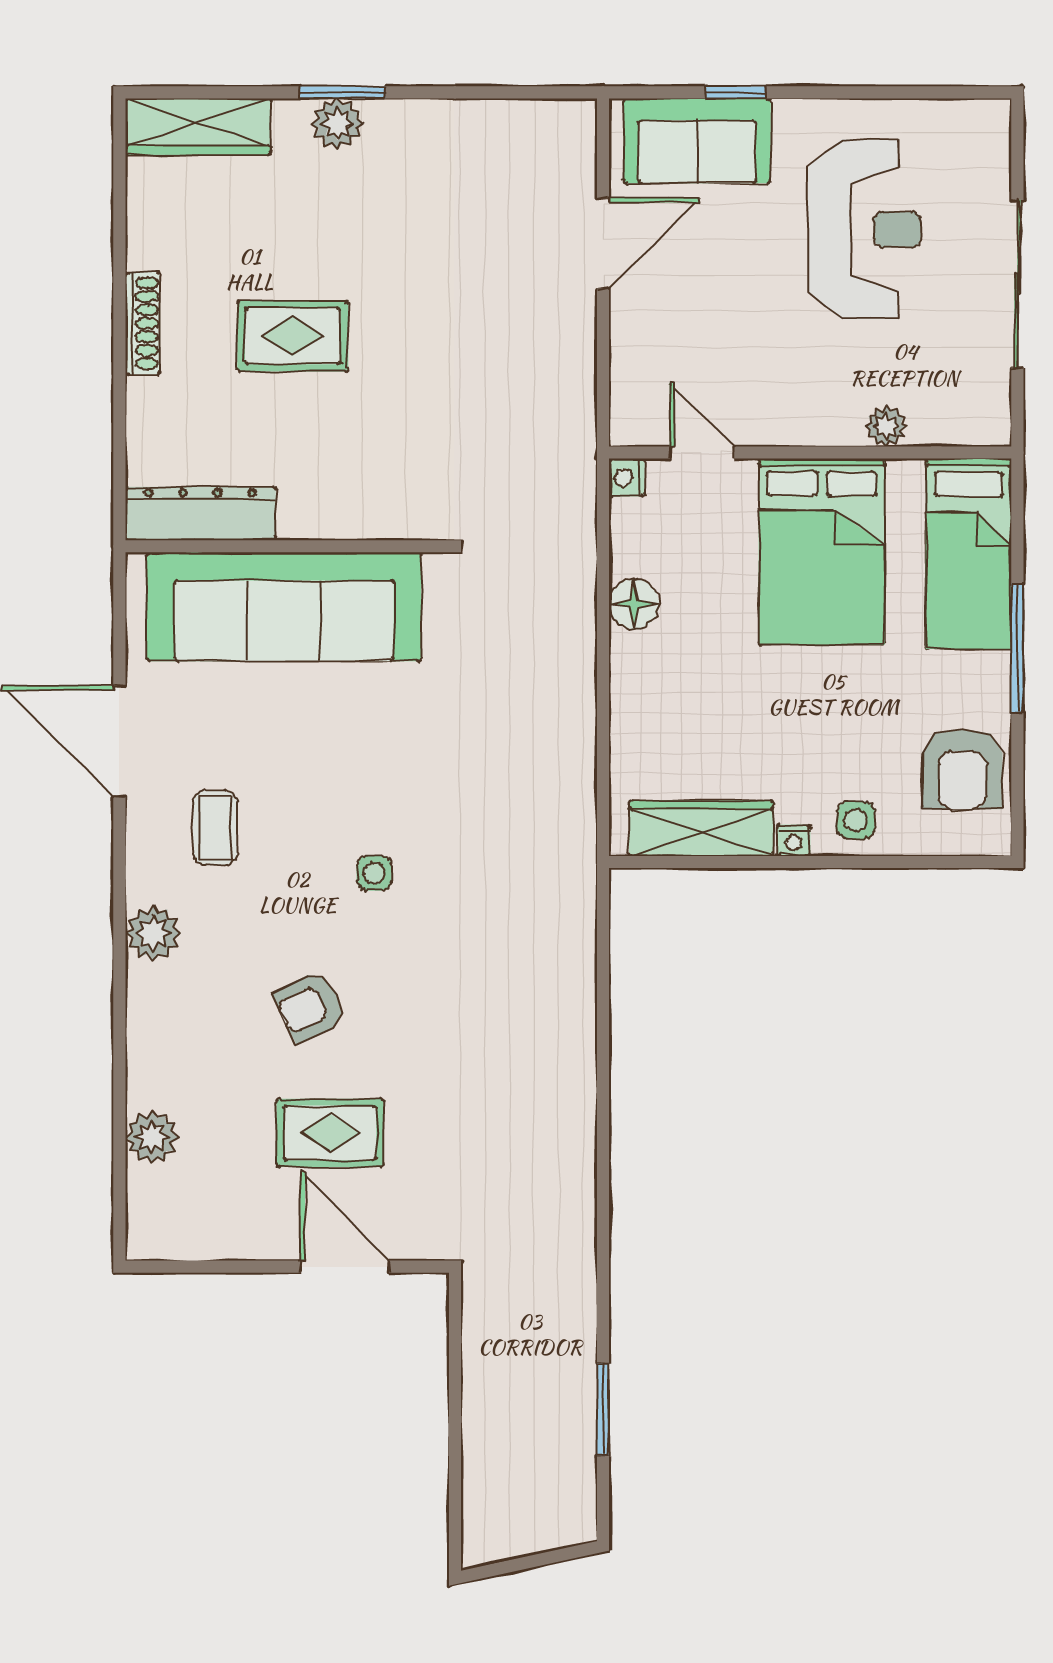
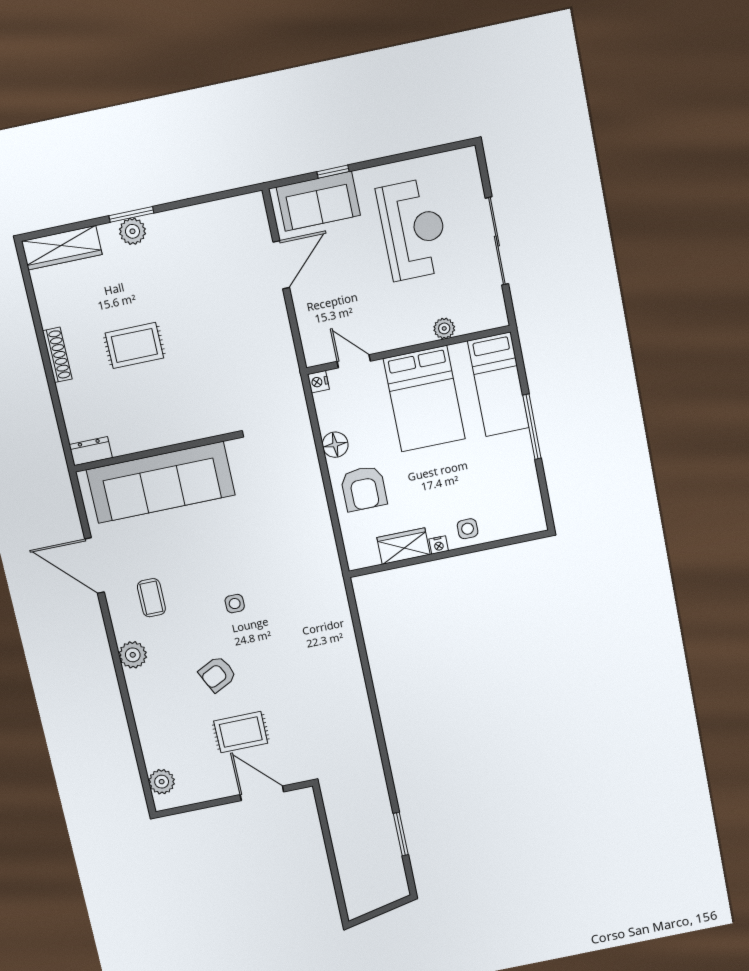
dresser: (200, 514) -> (91, 451), width x0.51, depth x0.80
armchair: (962, 769) -> (364, 488), moved
wardrobe: (701, 828) -> (403, 546), width x0.67
plant: (152, 1137) -> (162, 782), moved

